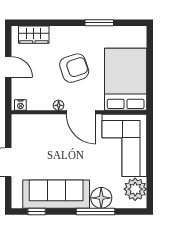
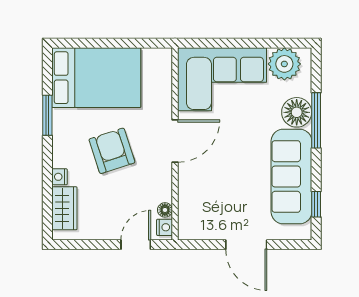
nightstand: (56, 31) -> (59, 177), added
door: (8, 67) -> (136, 245), moved
bed: (126, 79) -> (96, 78), moved, turned 180
floor lamp: (59, 105) -> (165, 210), moved

